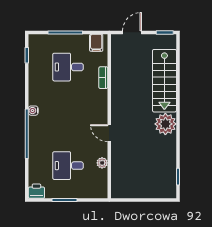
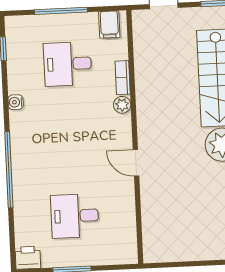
water cooler: (33, 111) -> (16, 102), moved
plant: (102, 163) -> (122, 105), moved

